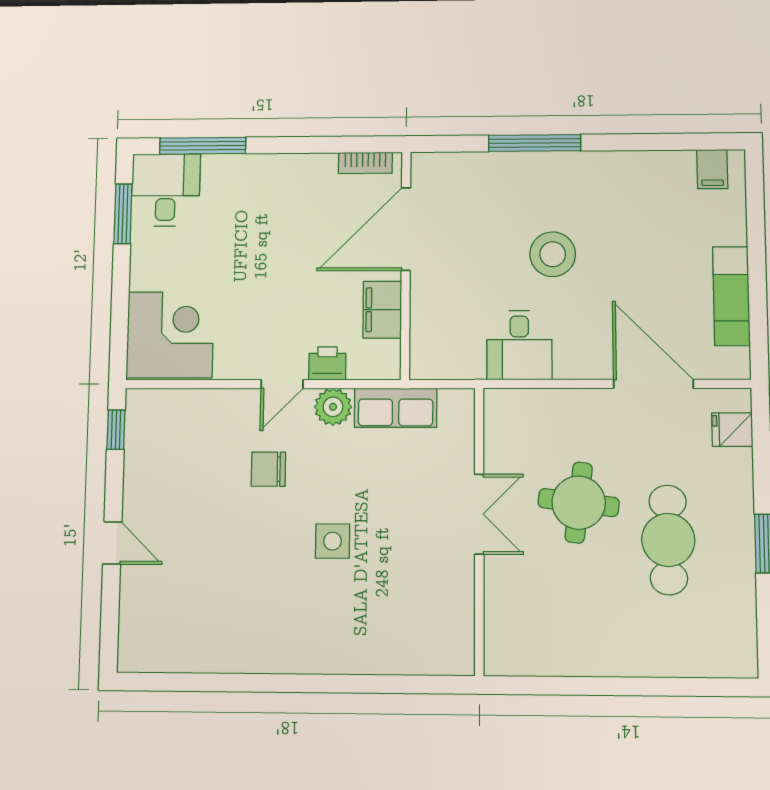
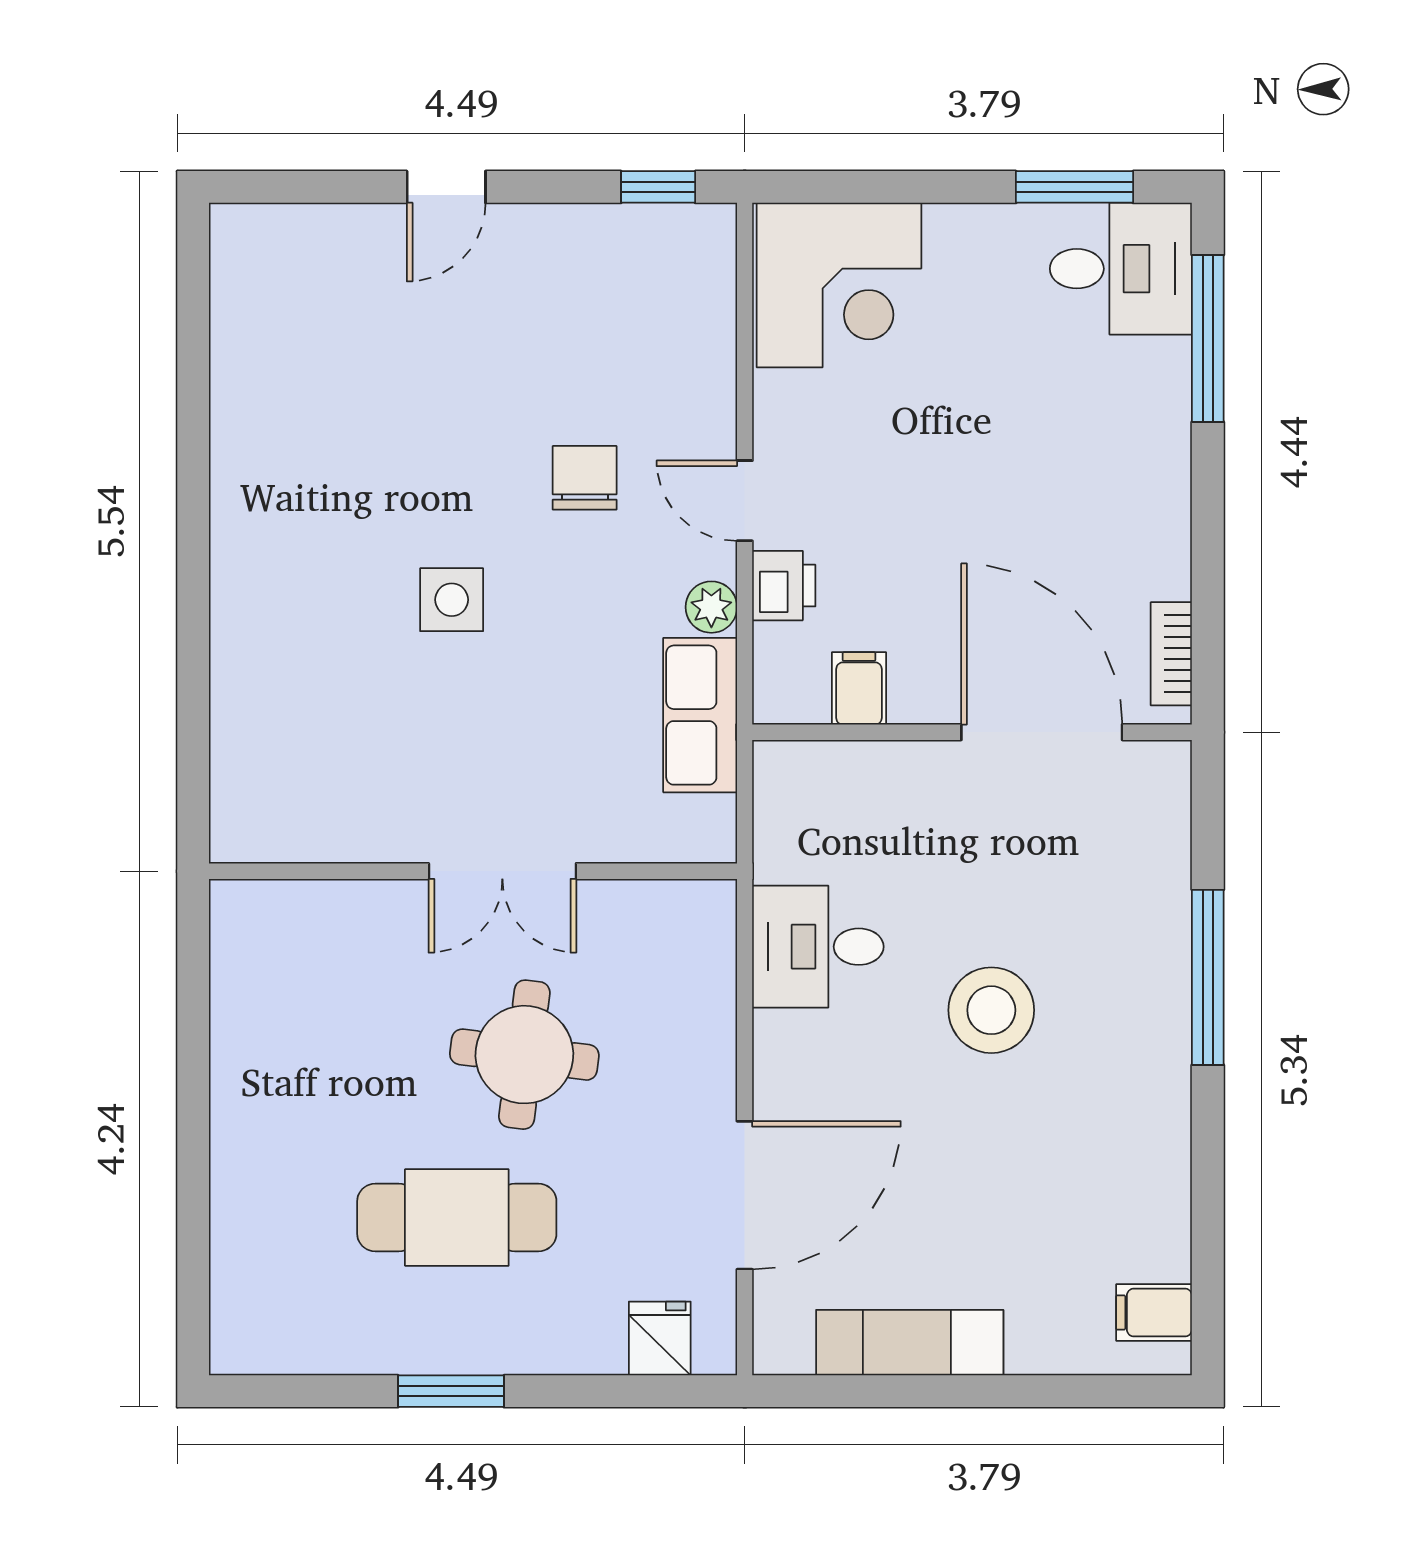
filing cabinet: (382, 310) -> (859, 688), width x0.50
plant: (333, 407) -> (711, 607), width x0.73, depth x0.73

